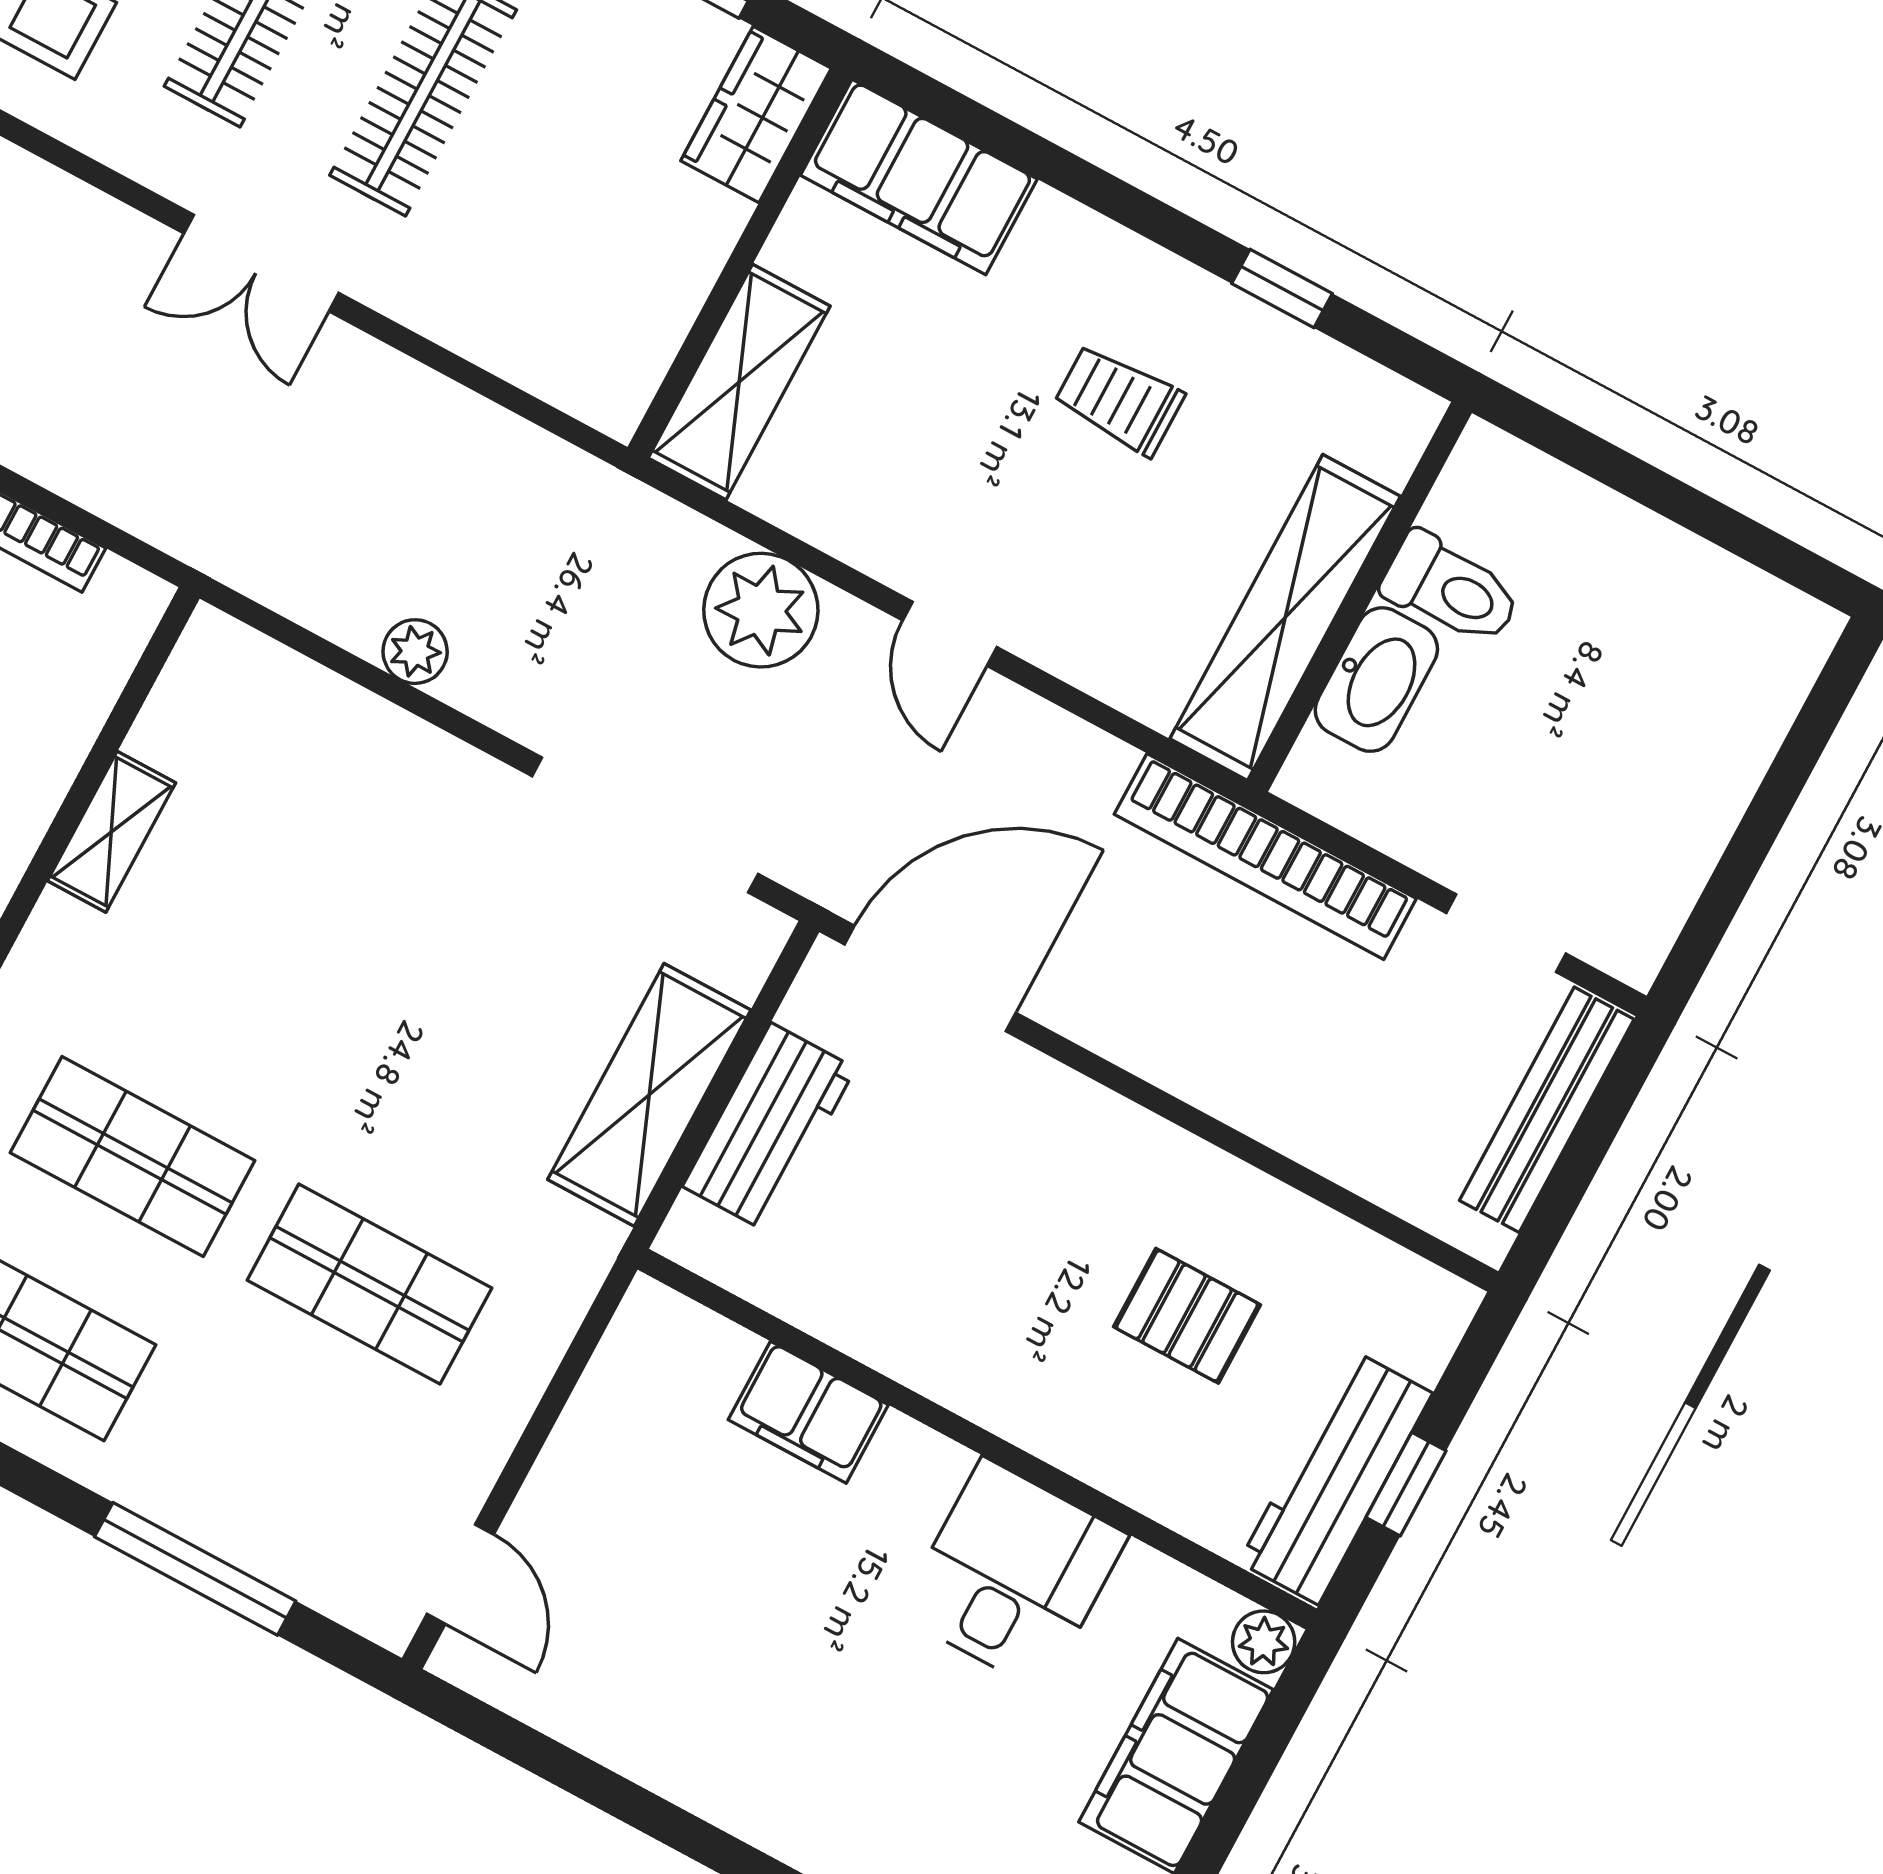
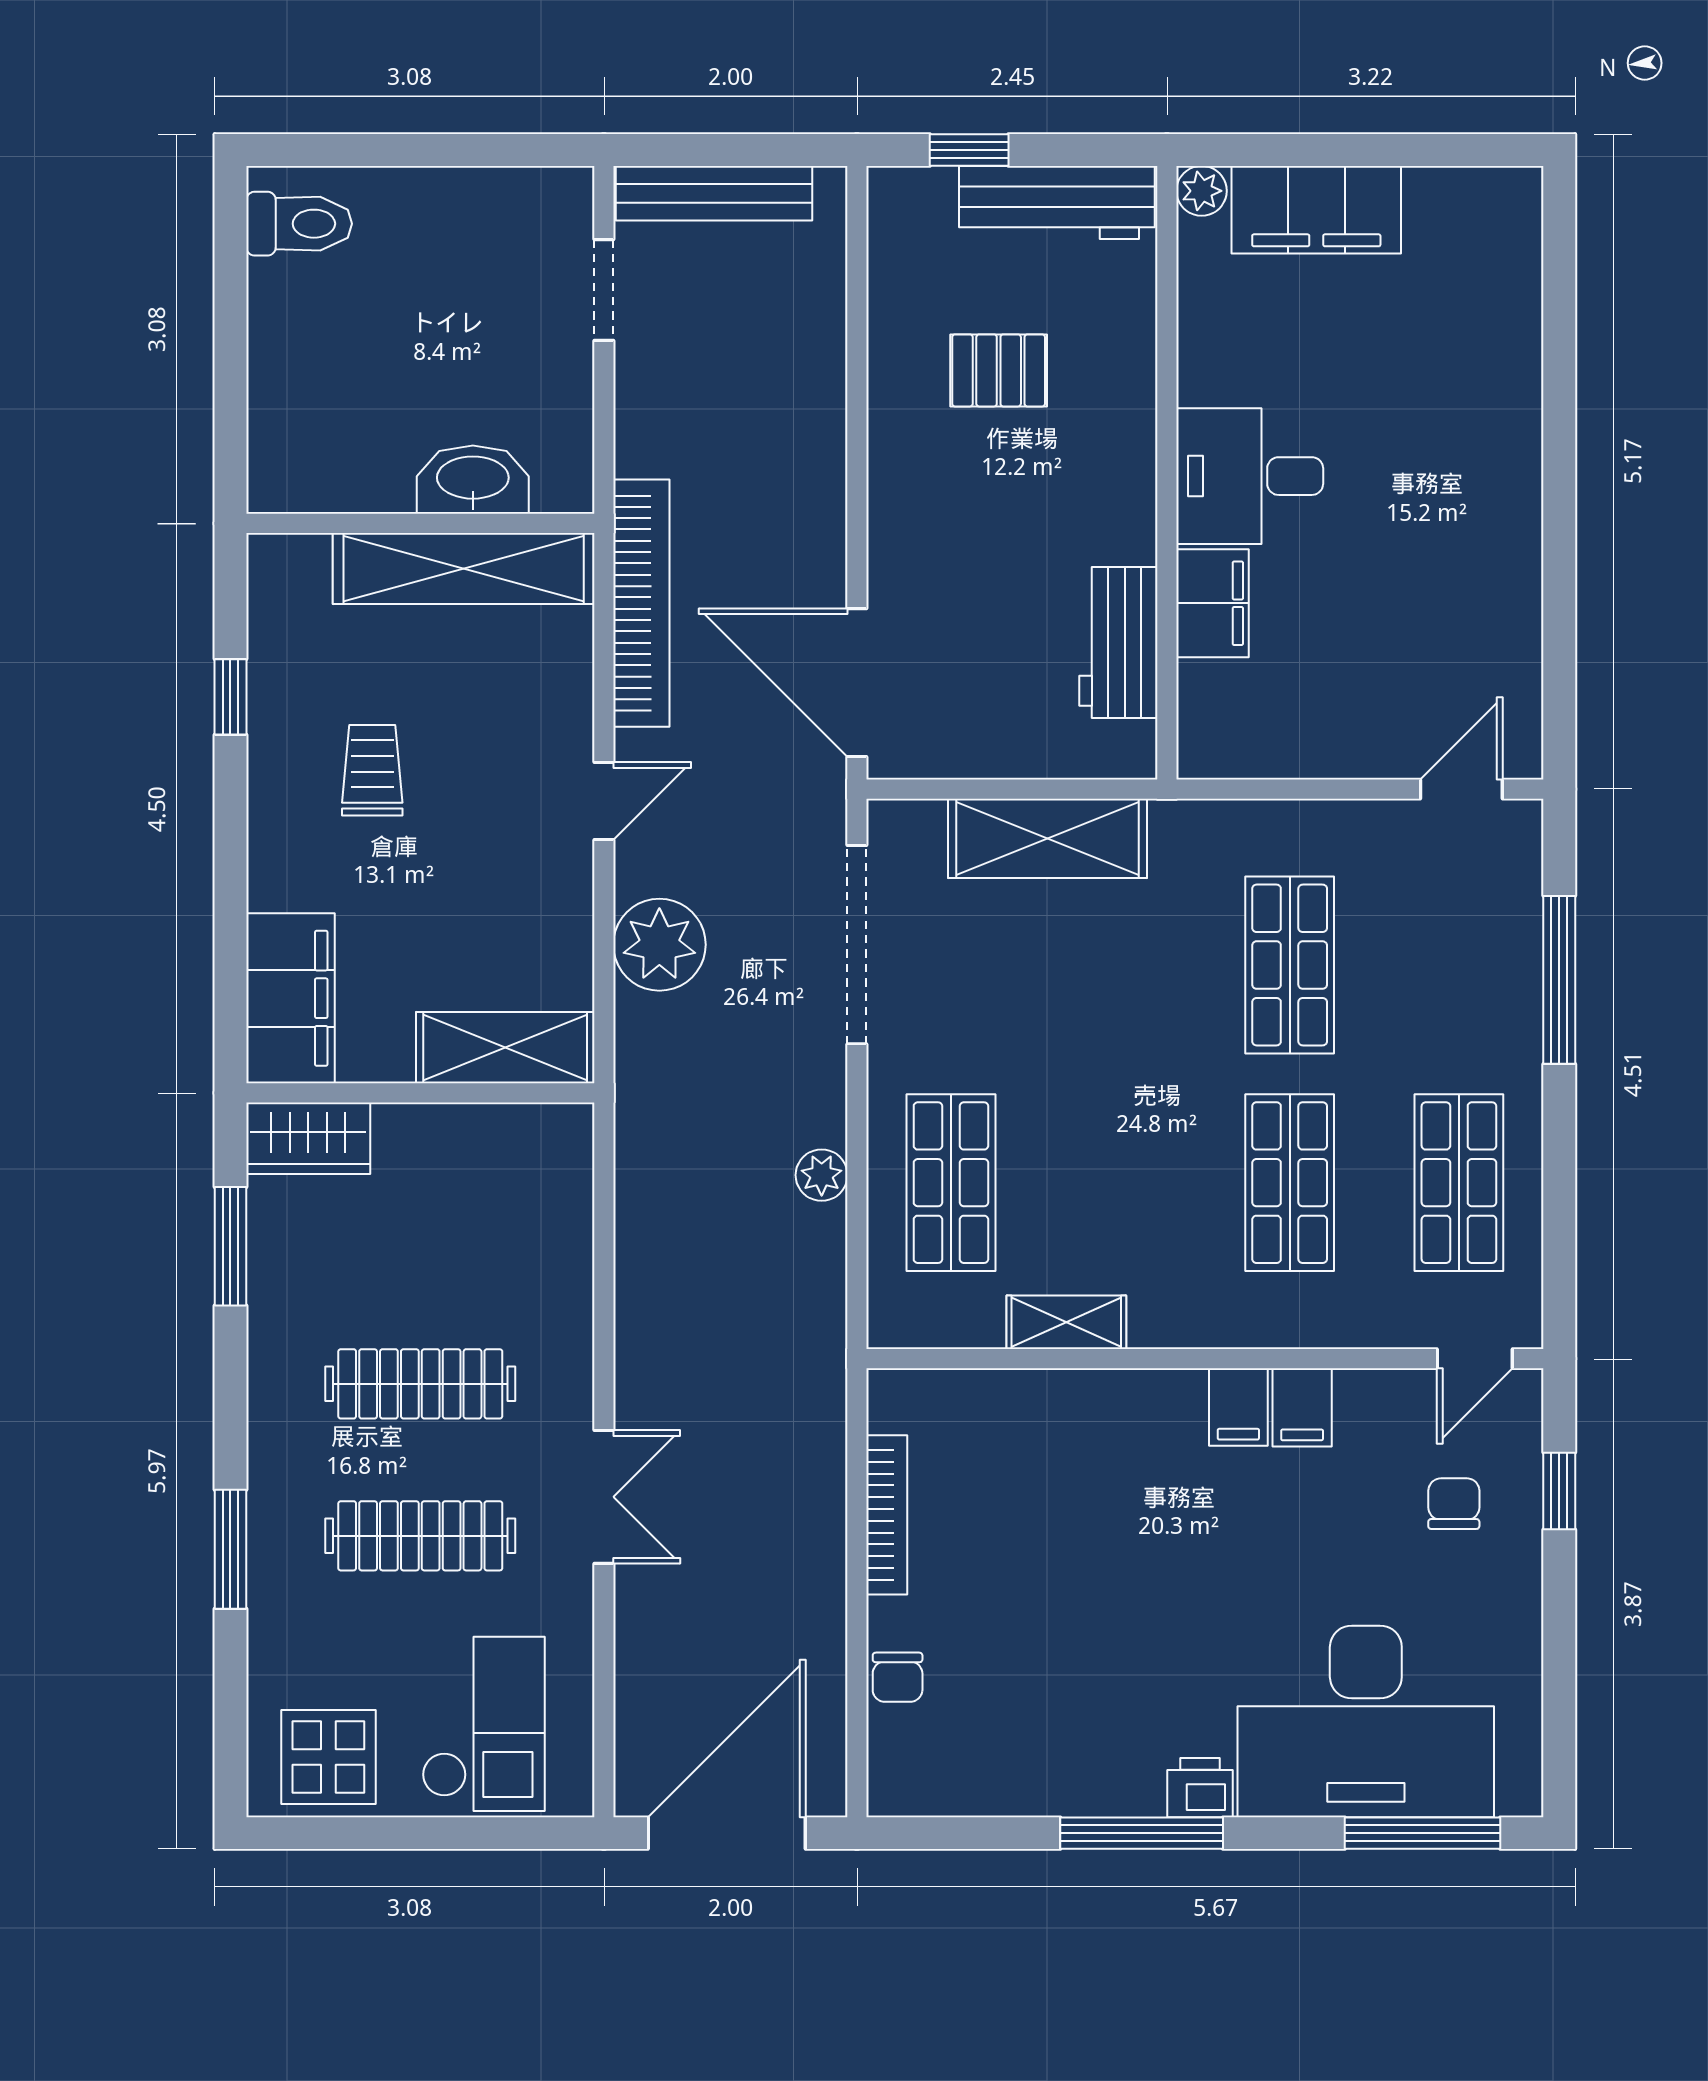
double door: (261, 263) -> (604, 1497), moved
trolley: (1119, 400) -> (372, 770), turned 180
toilet: (1451, 589) -> (299, 224), moved, turned 90
shop shelf: (331, 788) -> (951, 1183), added
bookcase: (1265, 856) -> (641, 603), moved
workbench: (769, 1127) -> (1118, 642), moved, turned -90
pallet: (1187, 1316) -> (999, 370), turned 90
window: (1406, 1484) -> (969, 150), moved
desk: (1013, 1575) -> (1250, 476), moved

